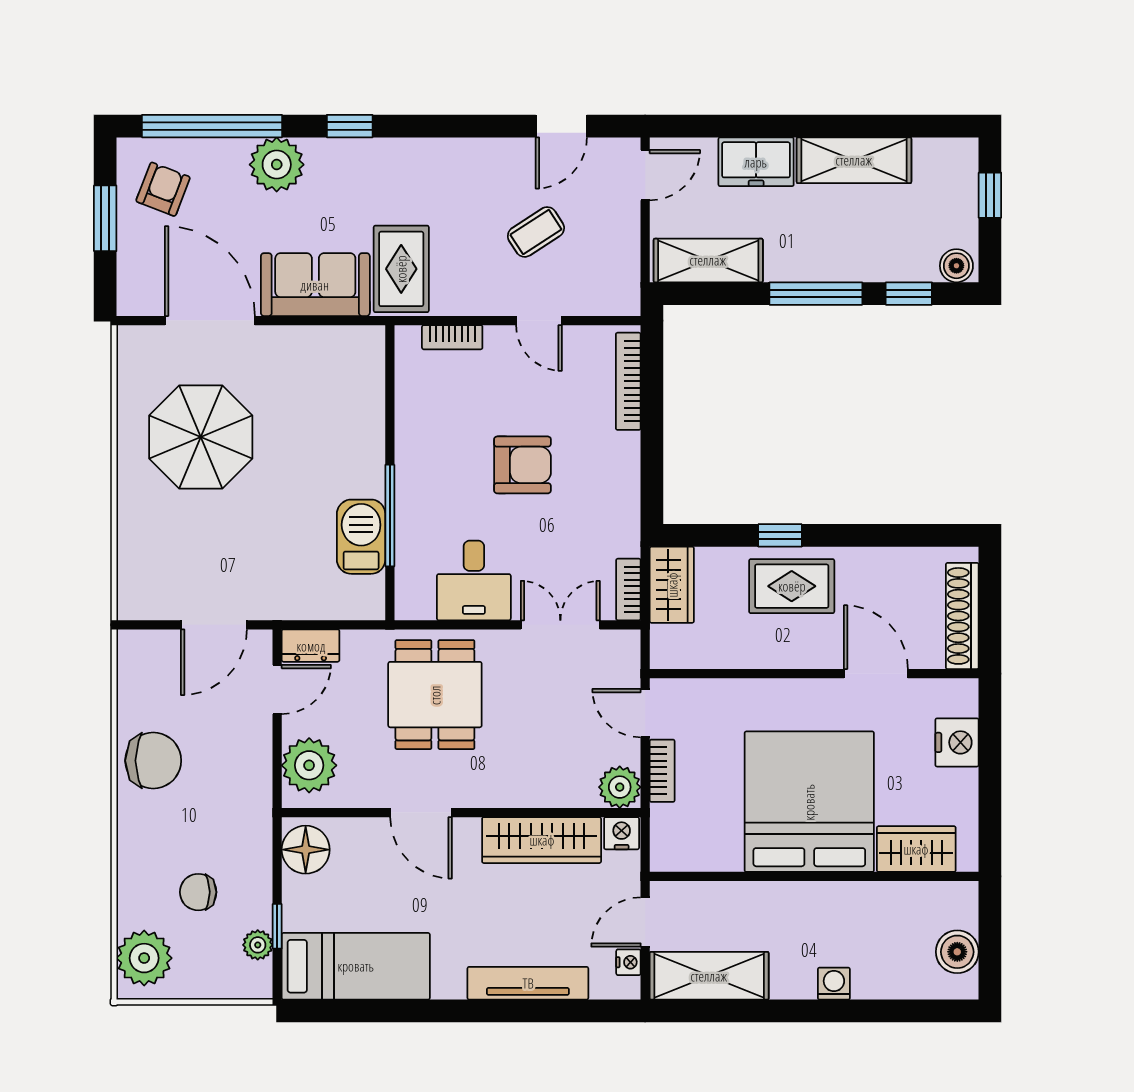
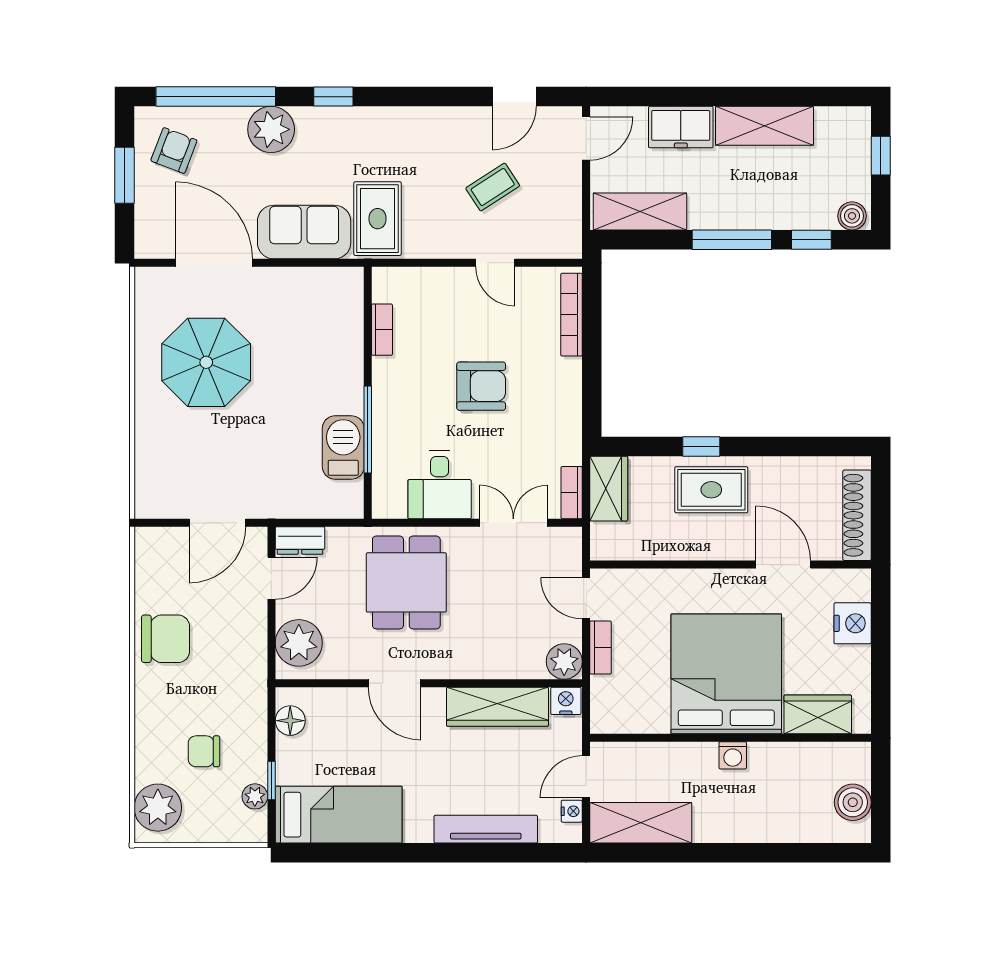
bookcase: (452, 337) -> (382, 330), moved, turned -90
floor lamp: (306, 850) -> (290, 721), width x0.73, depth x0.73
washing machine: (834, 984) -> (733, 755), moved, turned 180

